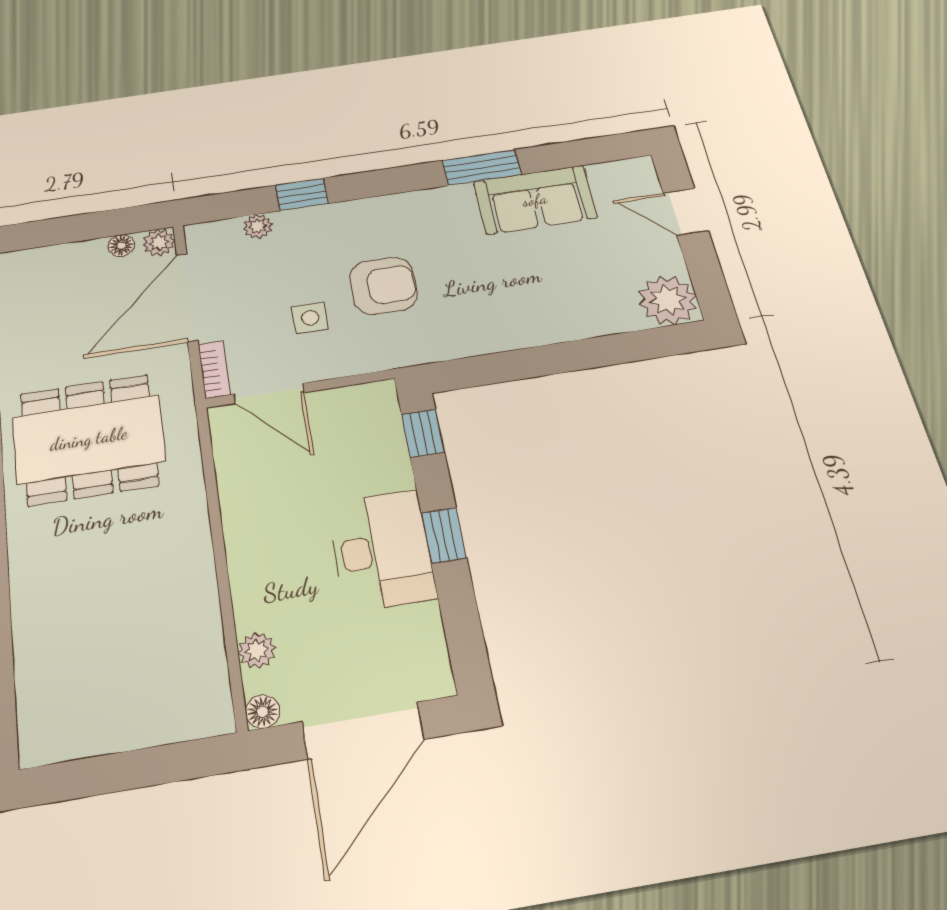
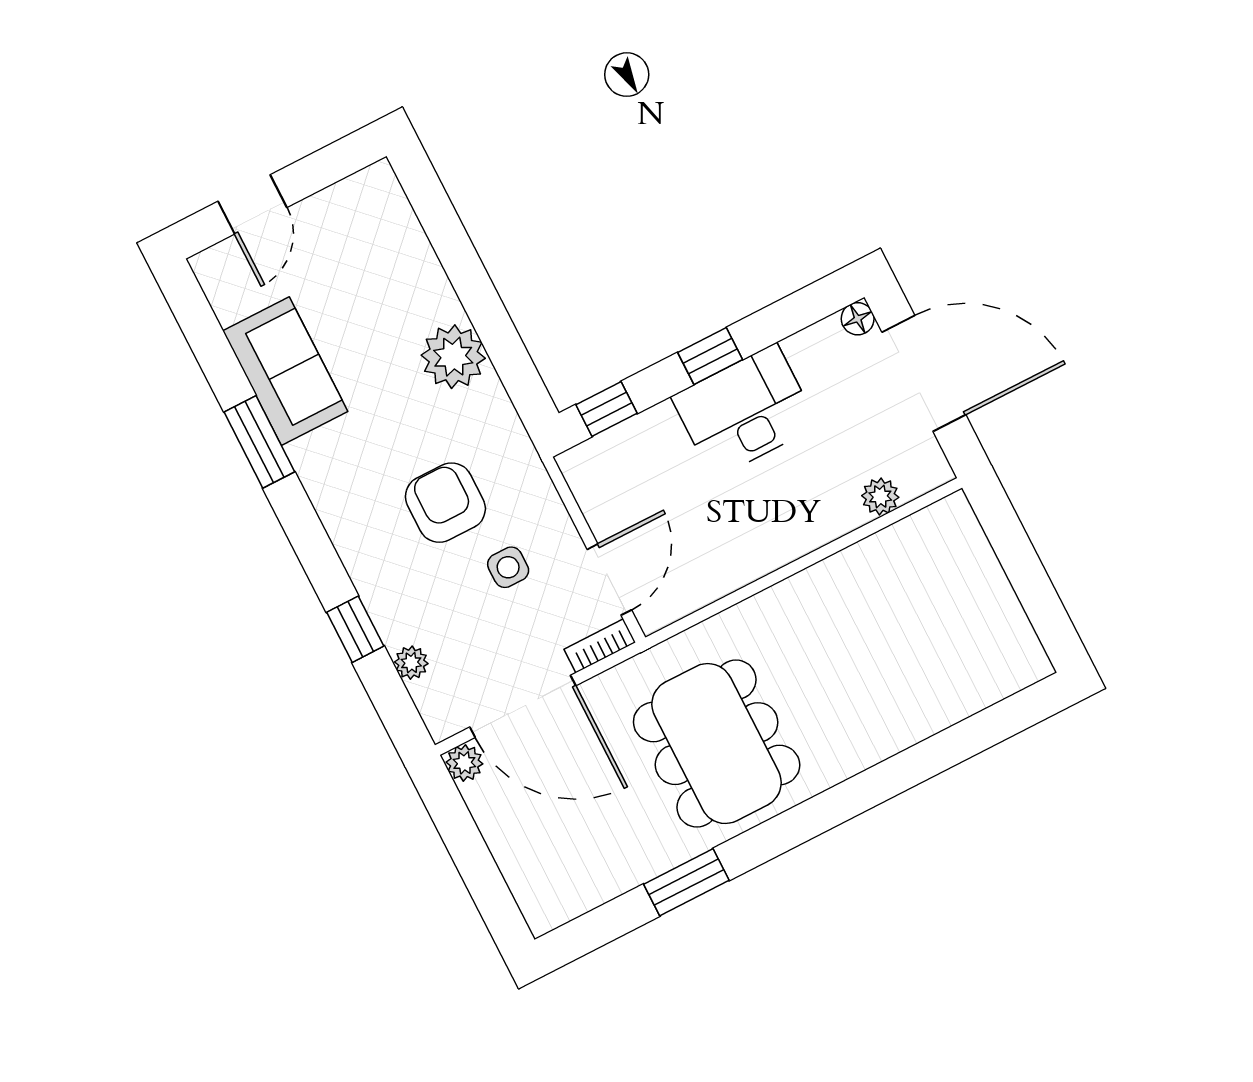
floor lamp: (121, 246) -> (481, 803), removed
plant: (668, 300) -> (453, 357), moved
floor lamp: (262, 712) -> (858, 319), moved

